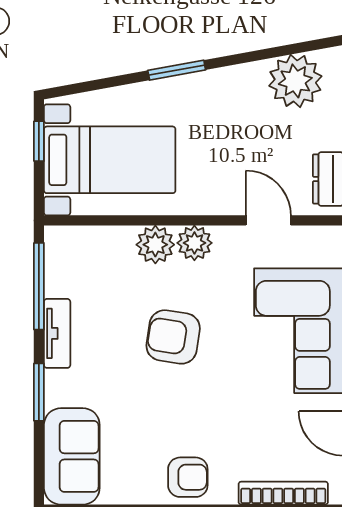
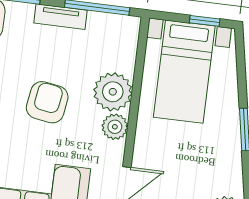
plant: (155, 245) -> (113, 92), width x1.36, depth x1.36

